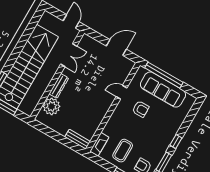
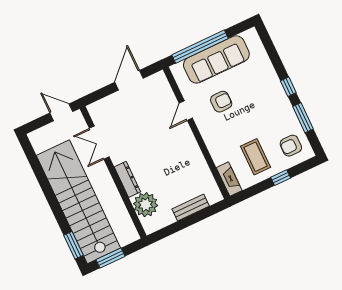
double door: (69, 55) -> (99, 143), swing flipped
bench: (78, 139) -> (191, 208), moved

